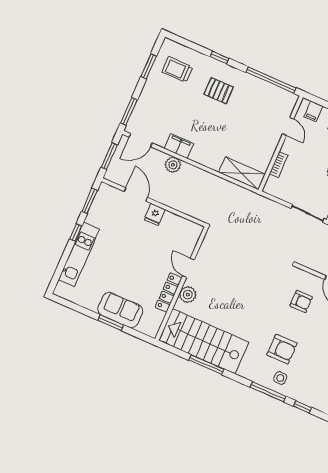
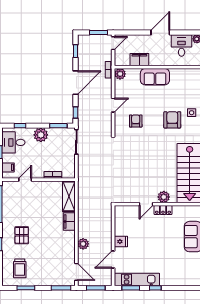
filing cabinet: (179, 146) -> (69, 222), moved
kitchen unit: (79, 254) -> (137, 279), moved
locker: (169, 293) -> (163, 210), width x0.66

